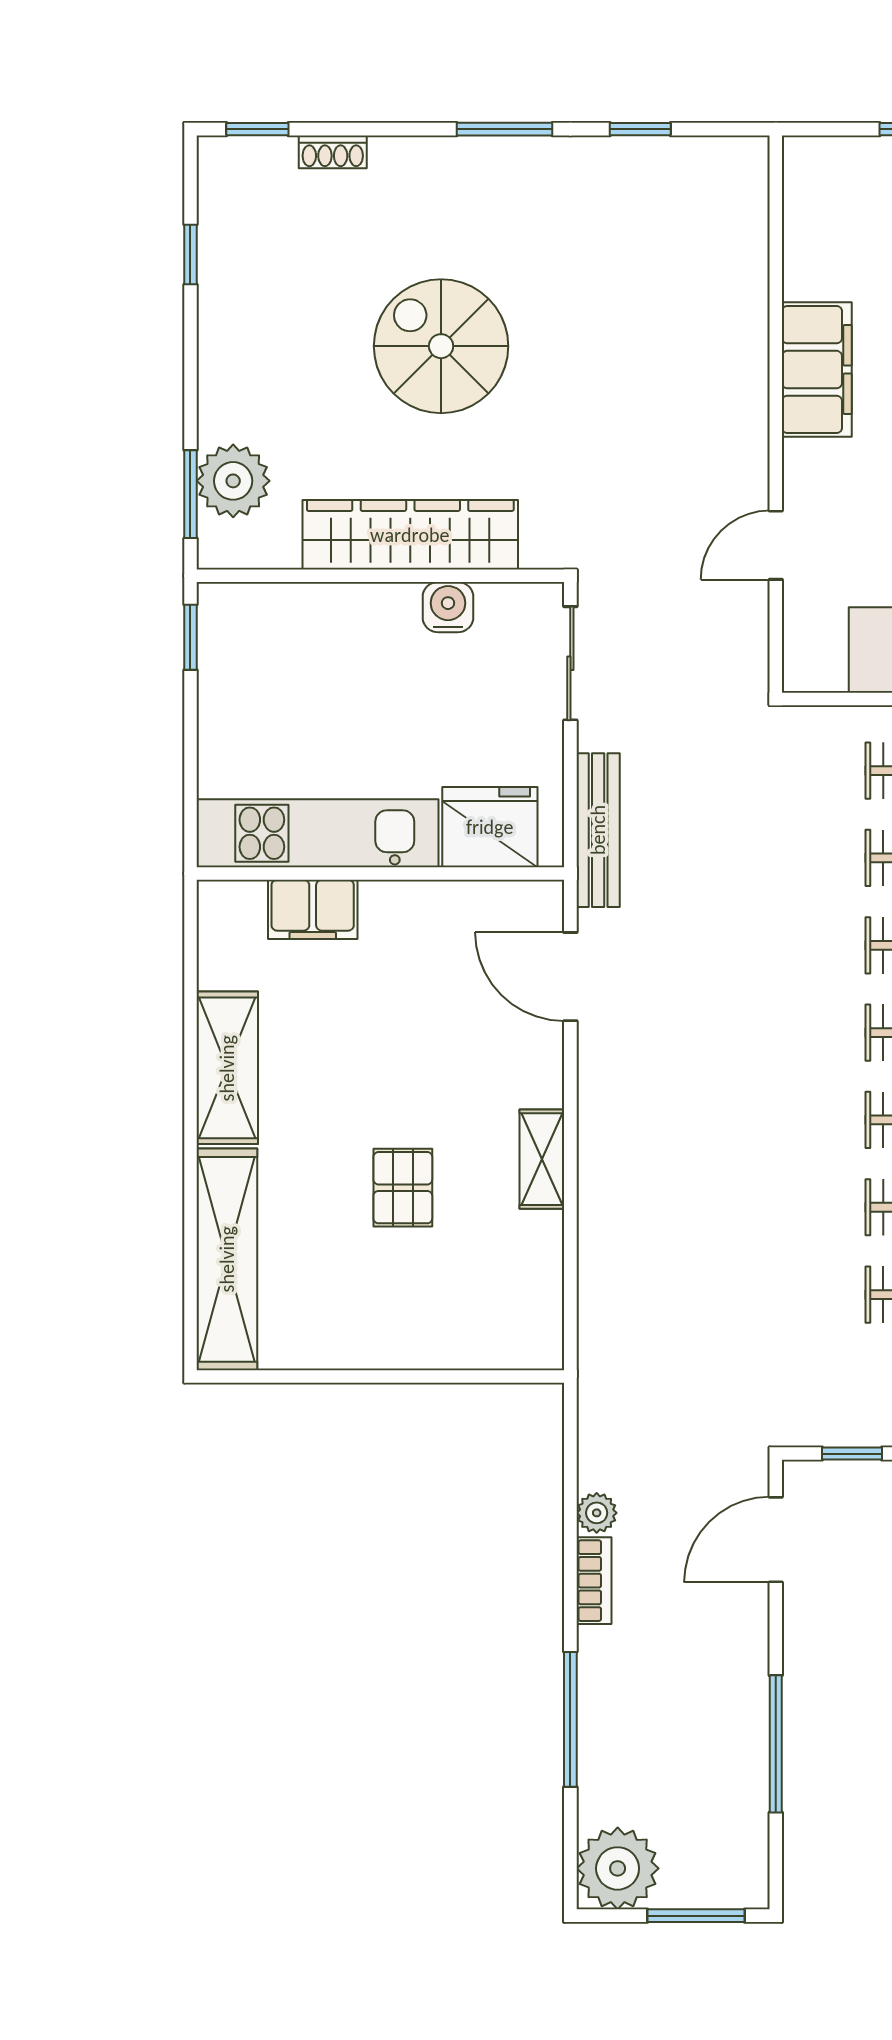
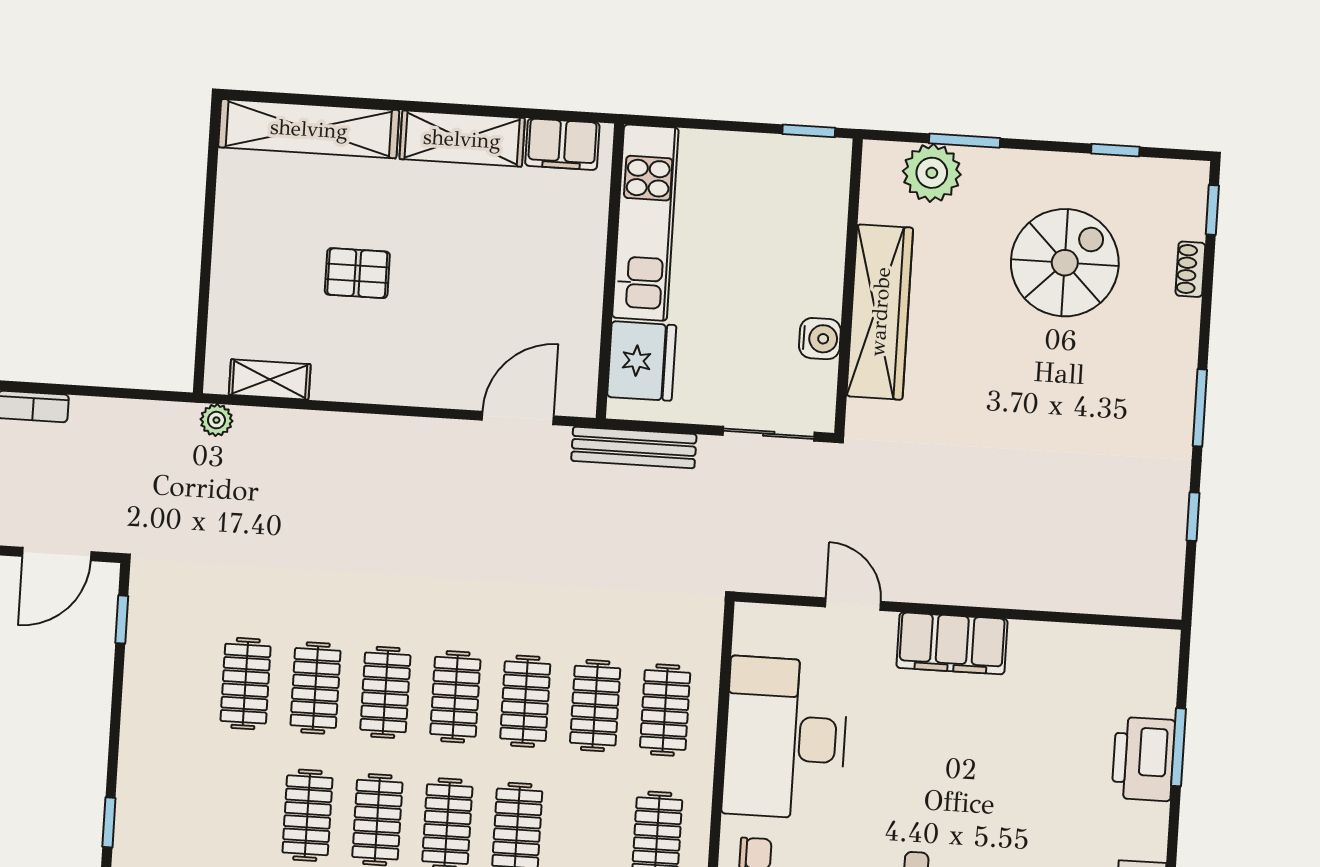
spiral stairs: (441, 346) -> (1065, 263), moved
filing cabinet: (817, 370) -> (952, 643), moved
window: (190, 494) -> (965, 141), moved
filing cabinet: (313, 909) -> (562, 144), moved, turned -90
shelving: (542, 1159) -> (270, 379), moved
plant: (597, 1513) -> (216, 420), moved
door: (776, 1540) -> (57, 554), swing flipped

